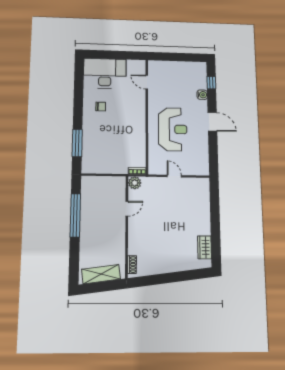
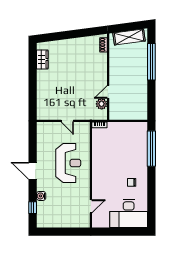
door: (147, 82) -> (91, 206), hinge flipped
reception desk: (173, 129) -> (68, 163), turned 180
window: (77, 143) -> (151, 149), width x1.46
plant: (135, 183) -> (102, 104), moved
window: (75, 215) -> (151, 62), moved

